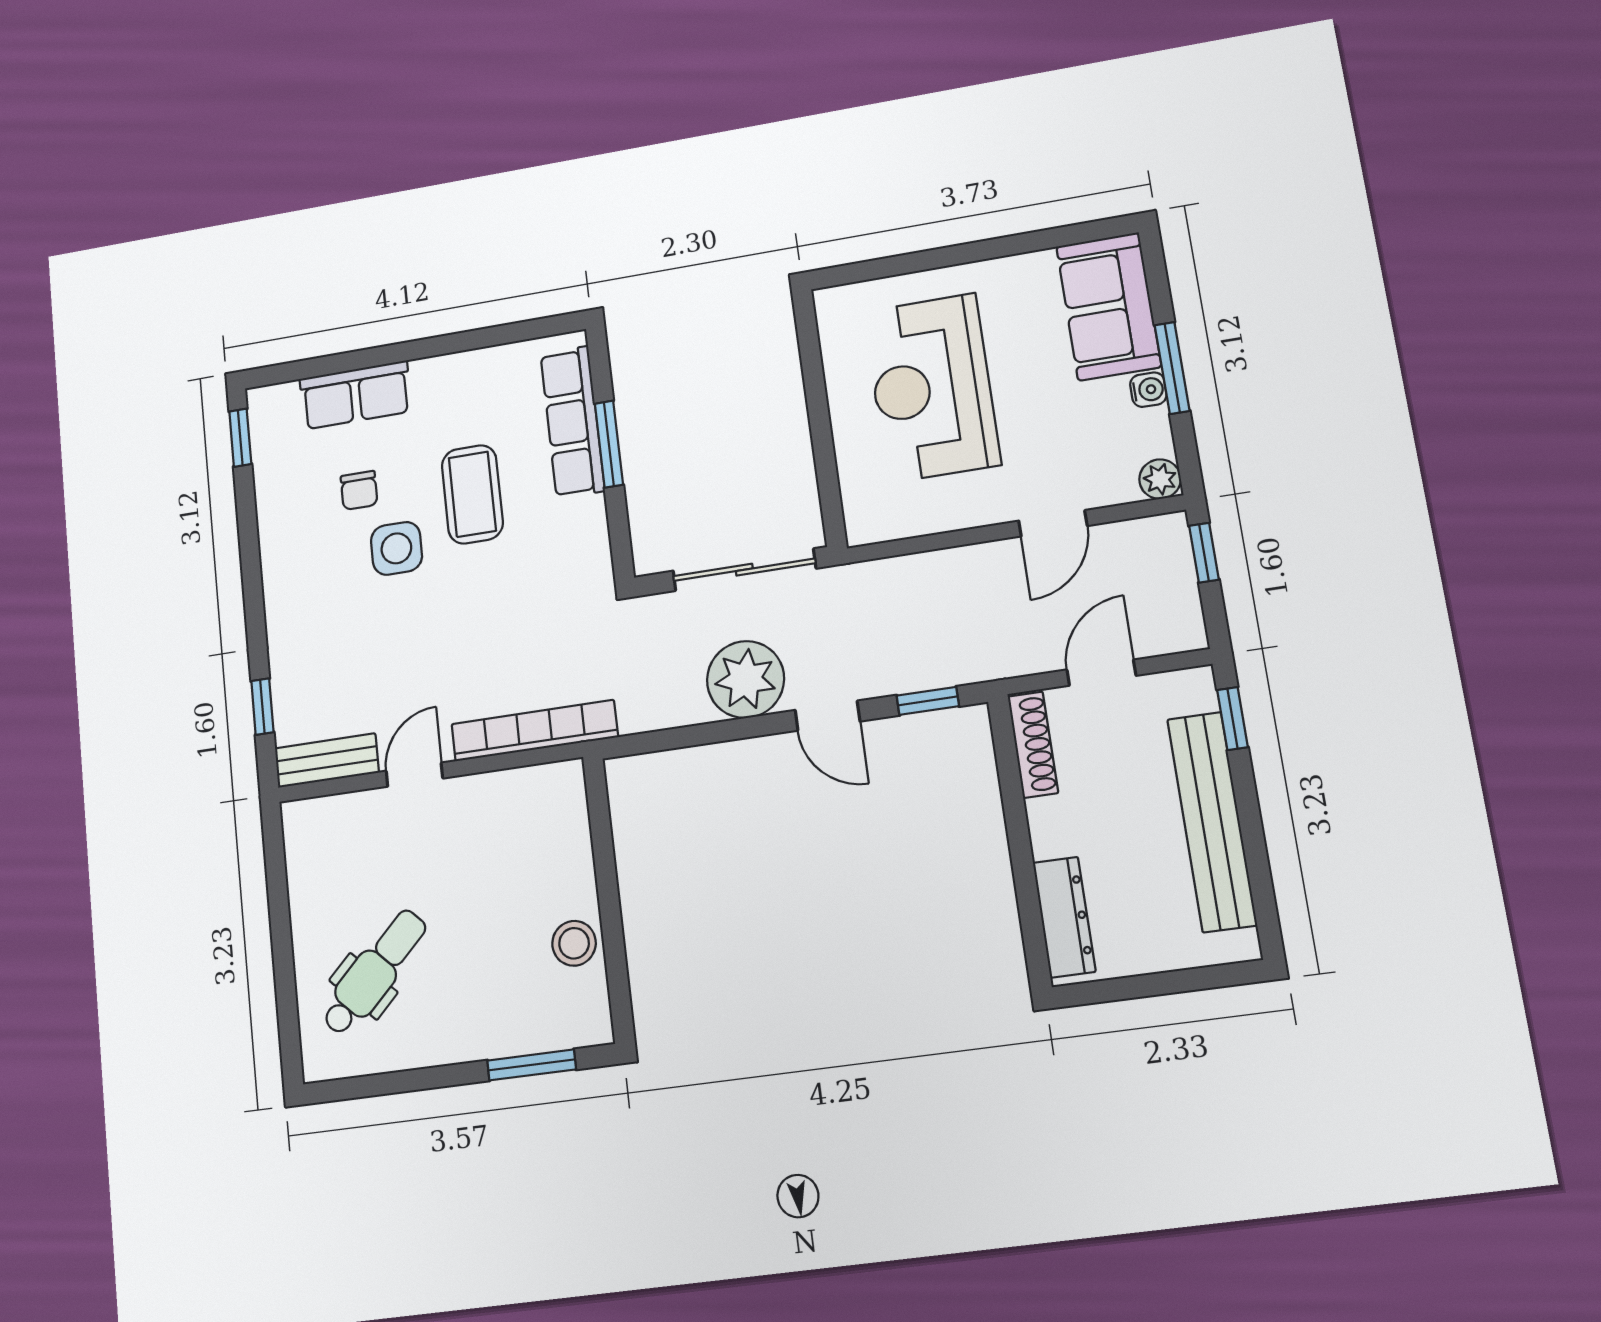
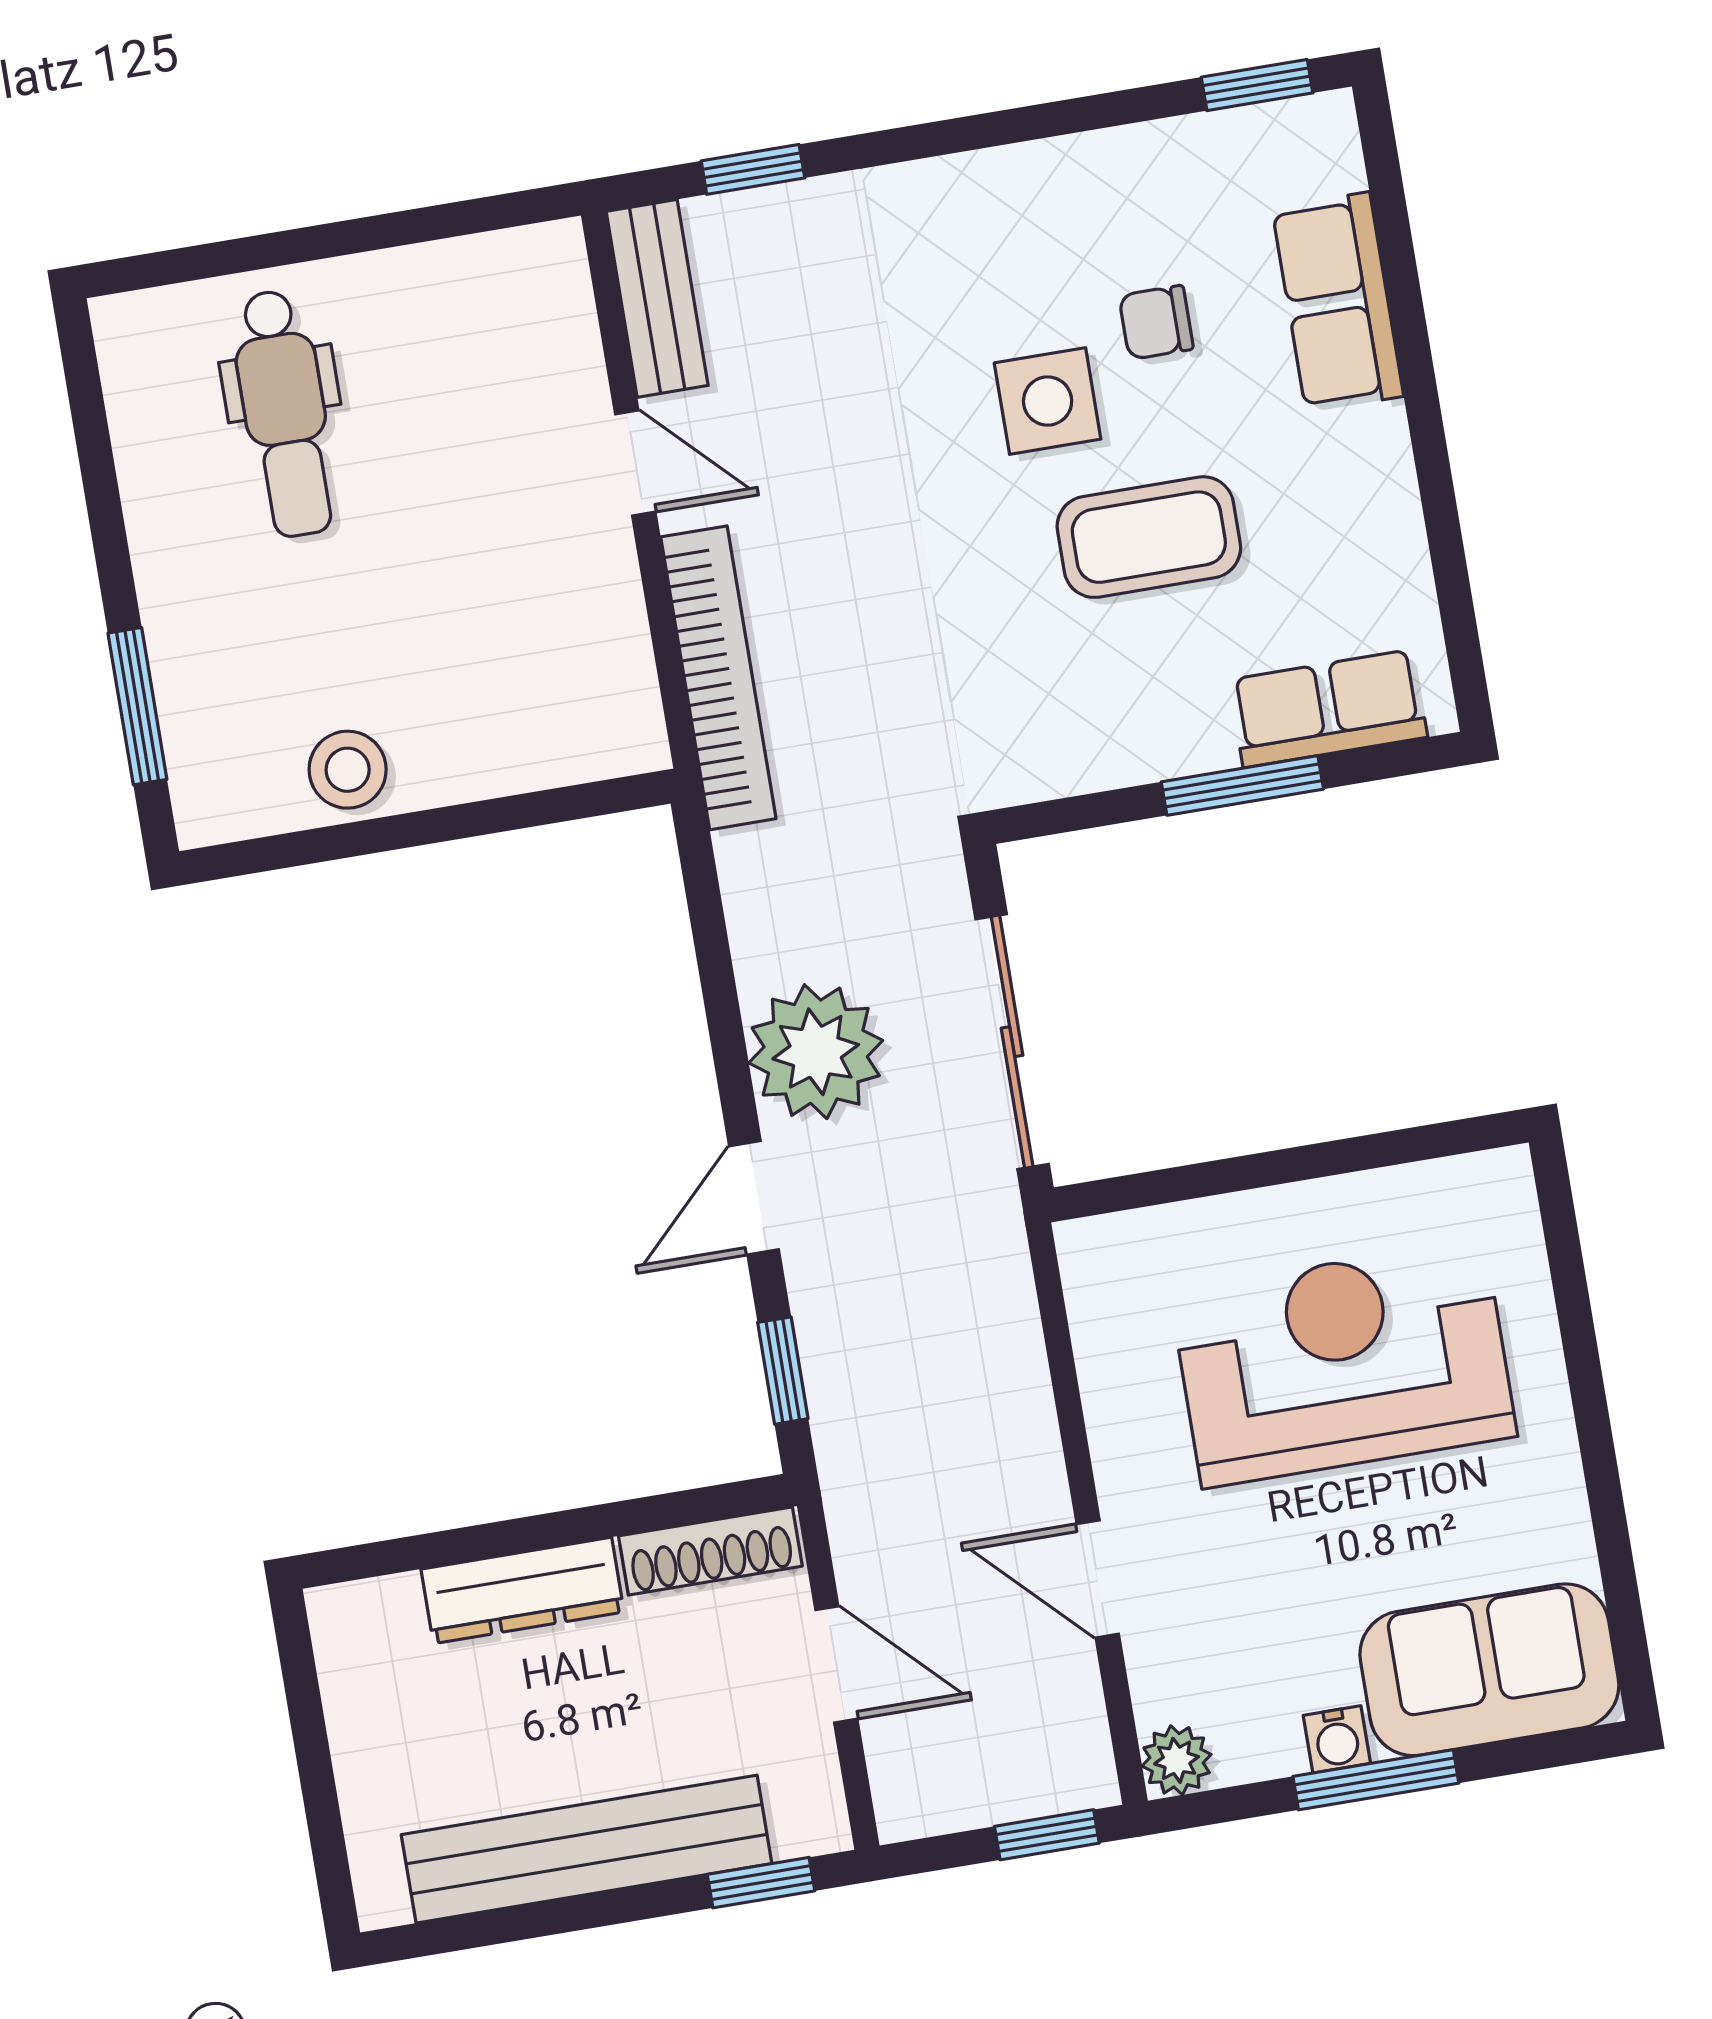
row of seats: (572, 422) -> (1328, 708), width x0.68
dresser: (1064, 917) -> (523, 1590), moved
dental chair: (374, 972) -> (285, 414), turned 45

